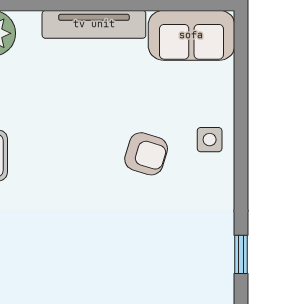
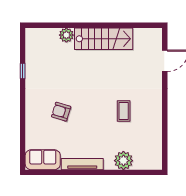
side table: (210, 140) -> (35, 117), removed

